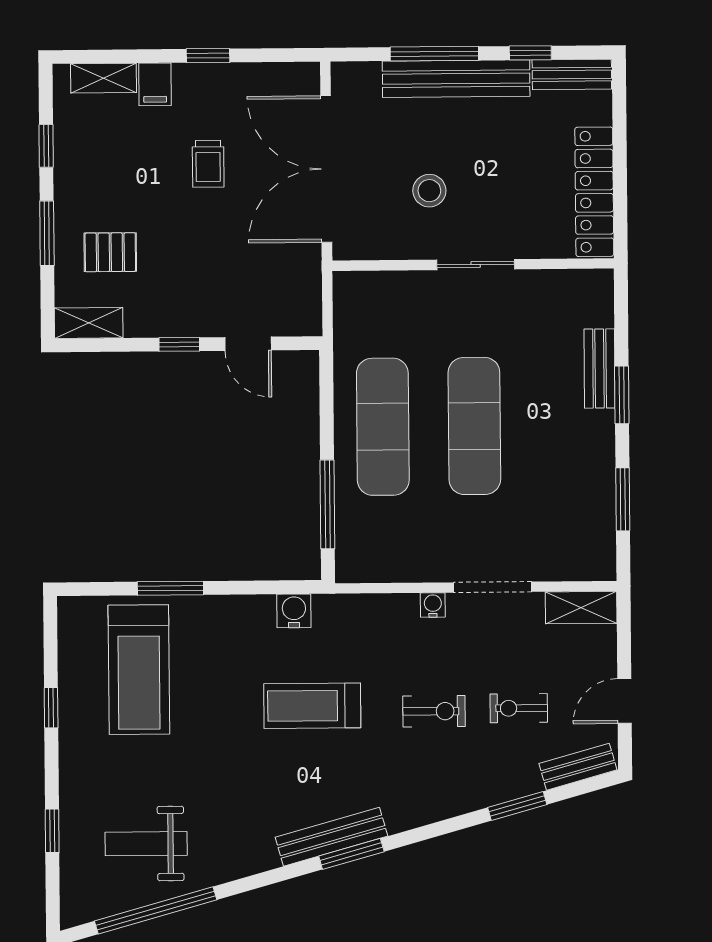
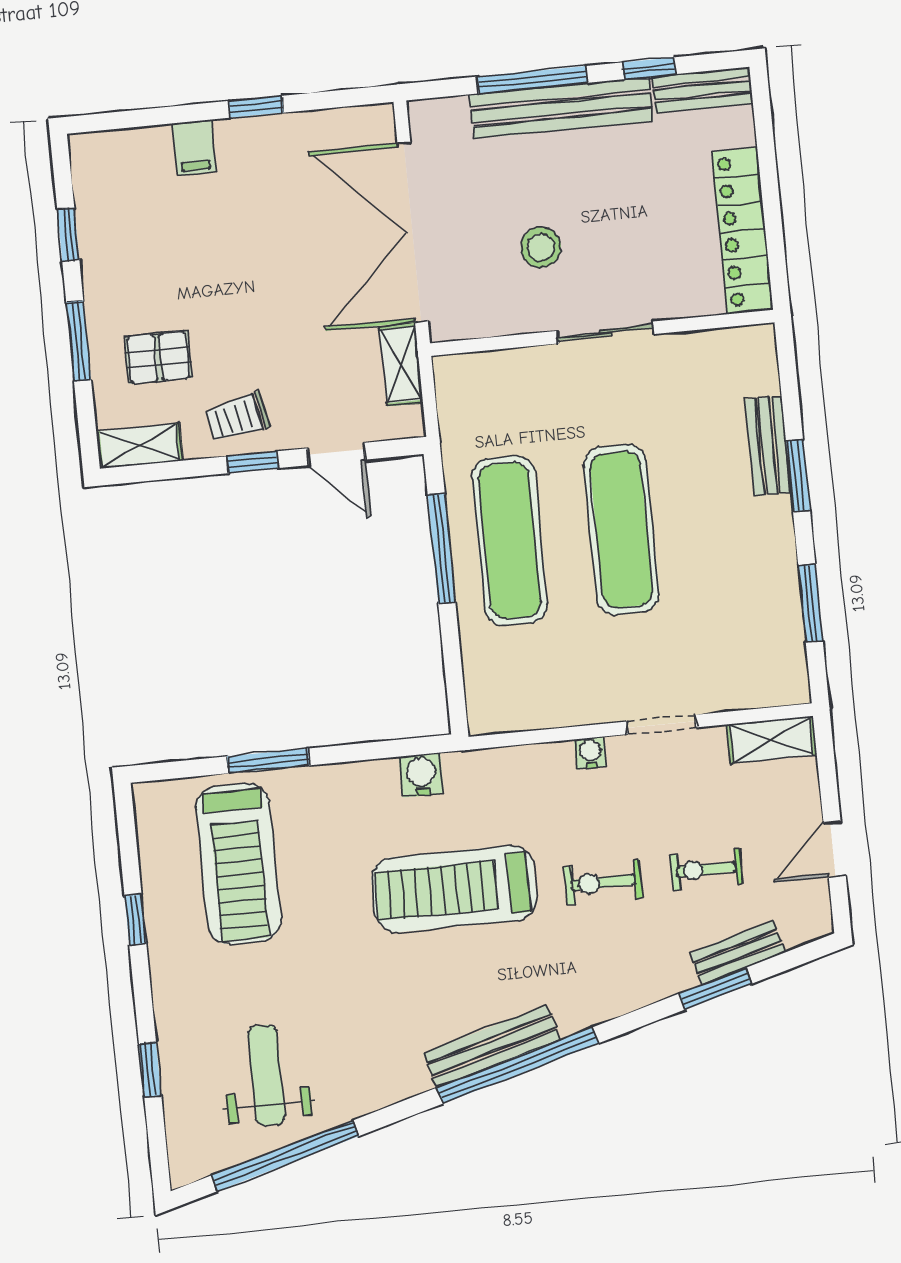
shelving: (103, 78) -> (401, 365), moved, turned 90
trolley: (208, 164) -> (237, 417), moved, turned 78
window: (327, 504) -> (441, 548), moved
doorway: (493, 587) -> (661, 724), width x0.73
treadmill: (312, 706) -> (454, 889), width x1.37, depth x1.38
exercise bike: (434, 711) -> (603, 882), turned 180
bench: (578, 767) -> (738, 953), moved
weight bench: (146, 844) -> (266, 1075), turned 90
window: (351, 854) -> (518, 1065), width x2.11

